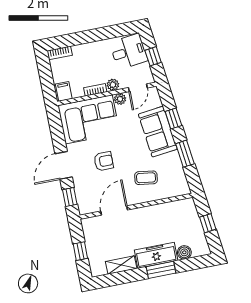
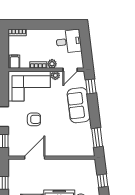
window: (153, 56) -> (86, 49), removed
window: (173, 118) -> (91, 86), moved
window: (185, 154) -> (97, 138), moved
coffee table: (146, 178) -> (63, 138), removed

